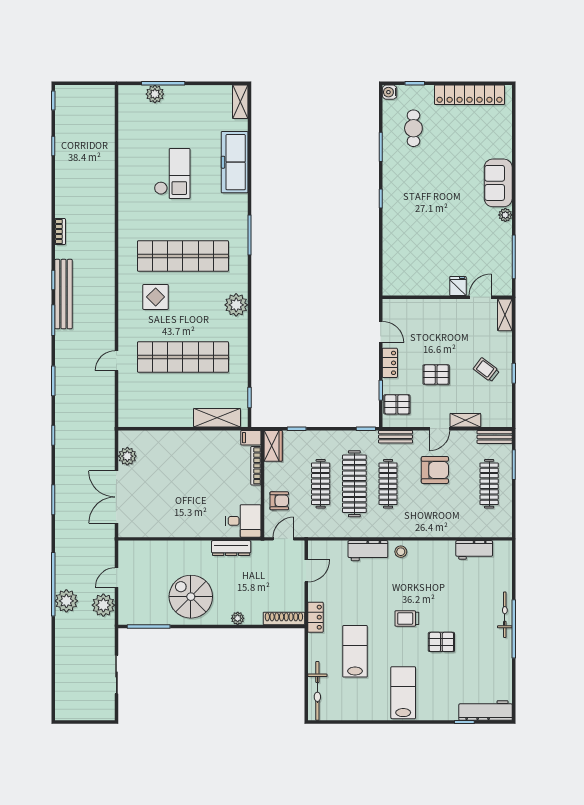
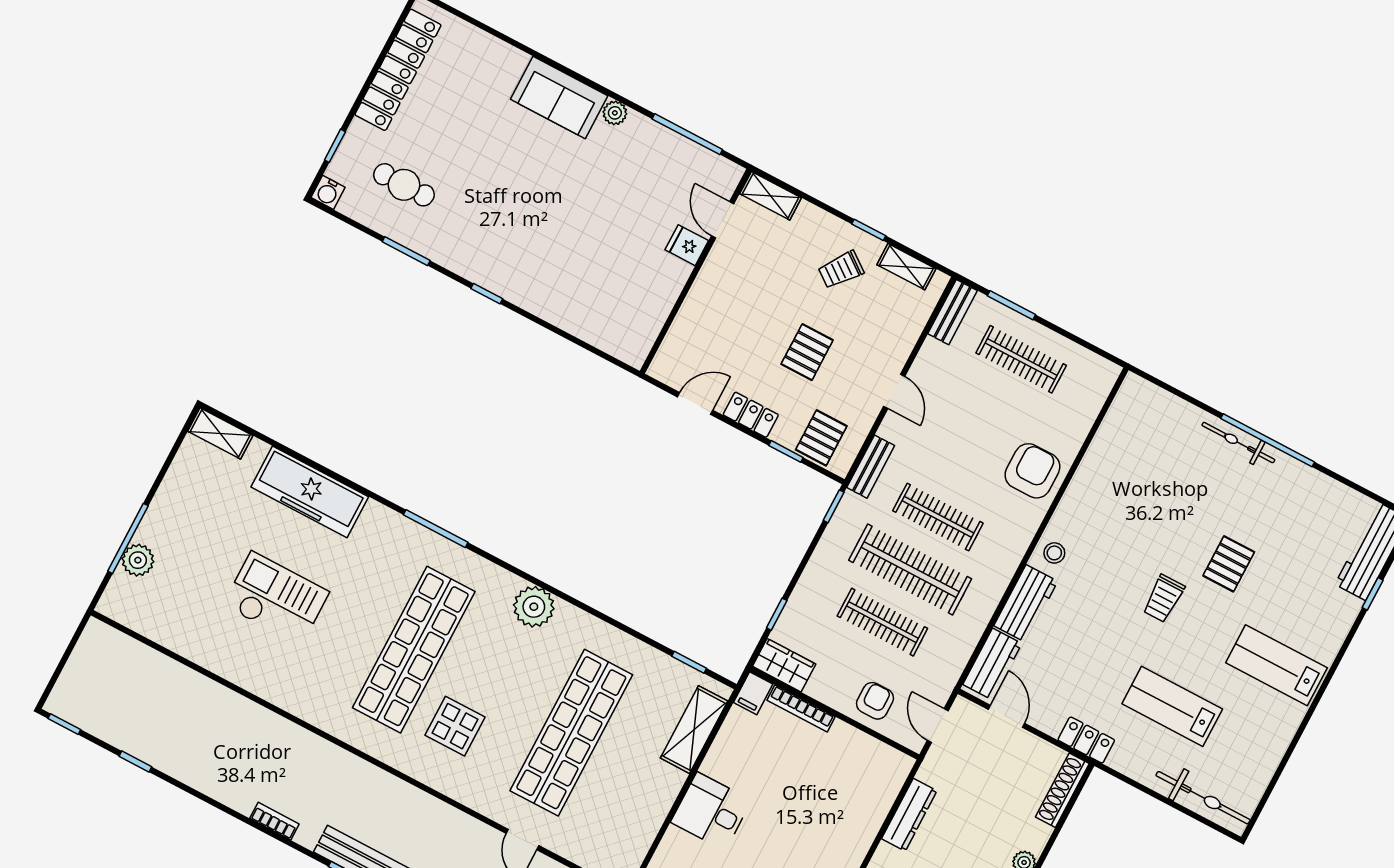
shelving: (465, 420) -> (906, 267), moved, turned 90
armchair: (435, 470) -> (1032, 471), moved
desk: (243, 521) -> (711, 811), moved, turned -90
workbench: (474, 550) -> (992, 664), moved

